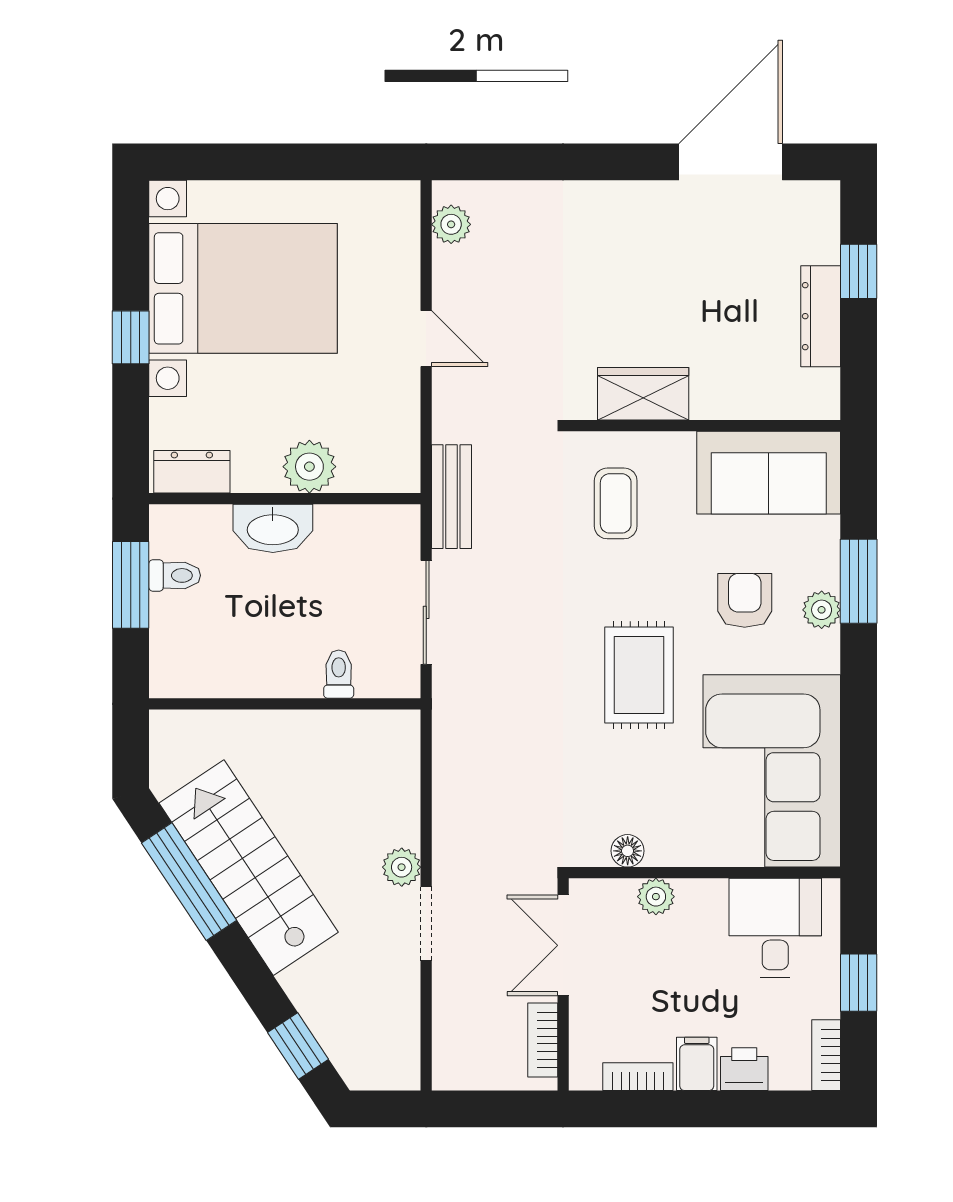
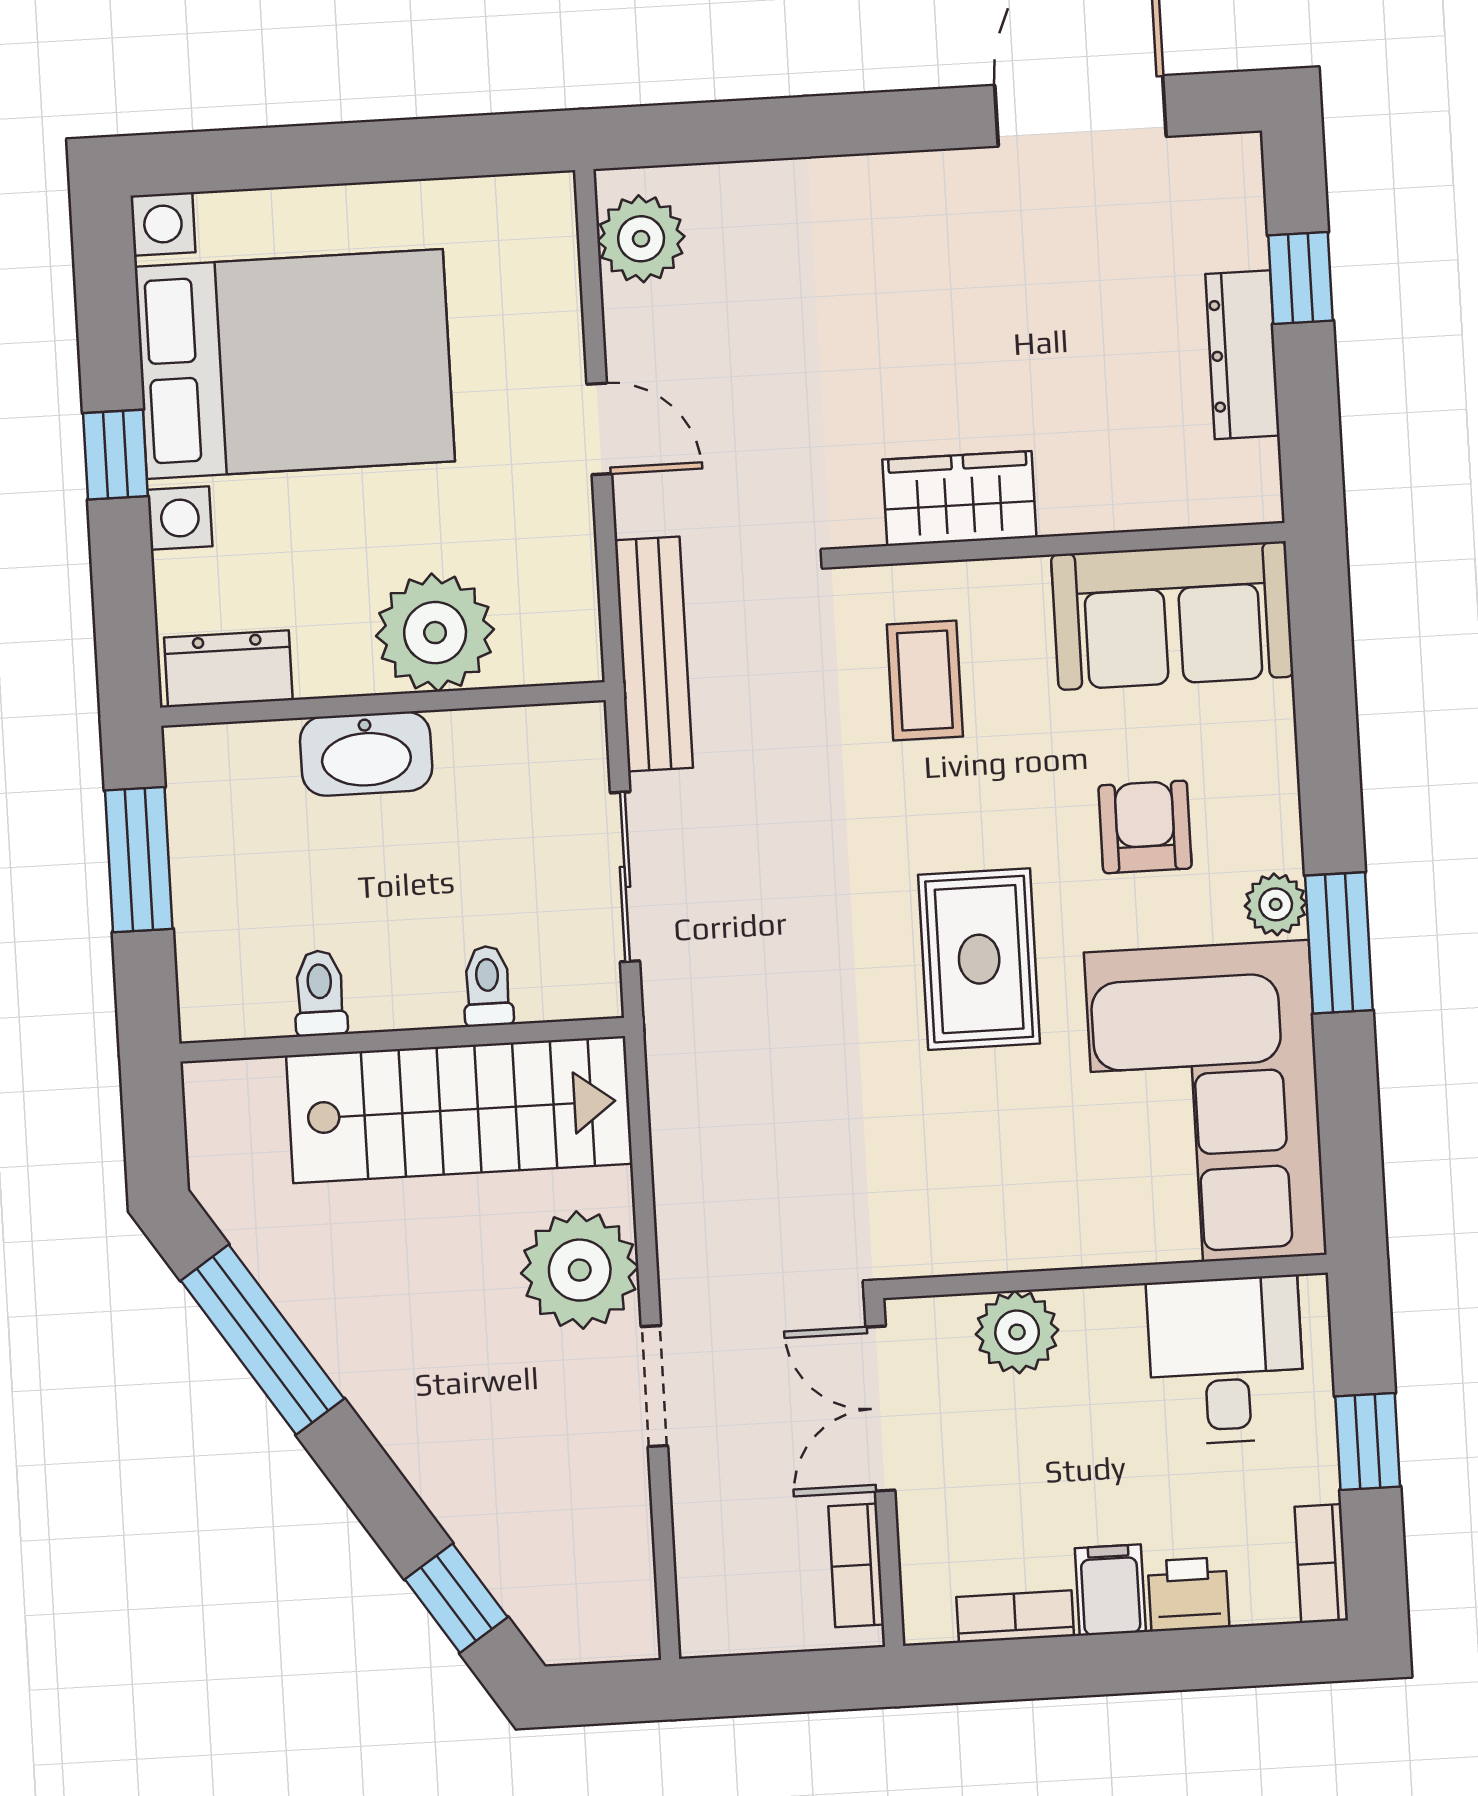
plant: (451, 224) -> (641, 239), width x1.38, depth x1.38
plant: (309, 467) -> (435, 633), width x1.36, depth x1.36
bench: (452, 497) -> (654, 654), width x1.36
toilet: (175, 575) -> (320, 993), moved, turned -90
window: (859, 581) -> (1339, 943), moved
plant: (822, 610) -> (1276, 904), moved
floor lamp: (628, 851) -> (977, 1248), removed
plant: (402, 867) -> (580, 1270), width x1.88, depth x1.88
stairs: (249, 868) -> (459, 1110), moved, turned 124
plant: (656, 897) -> (1017, 1332), width x1.38, depth x1.38

